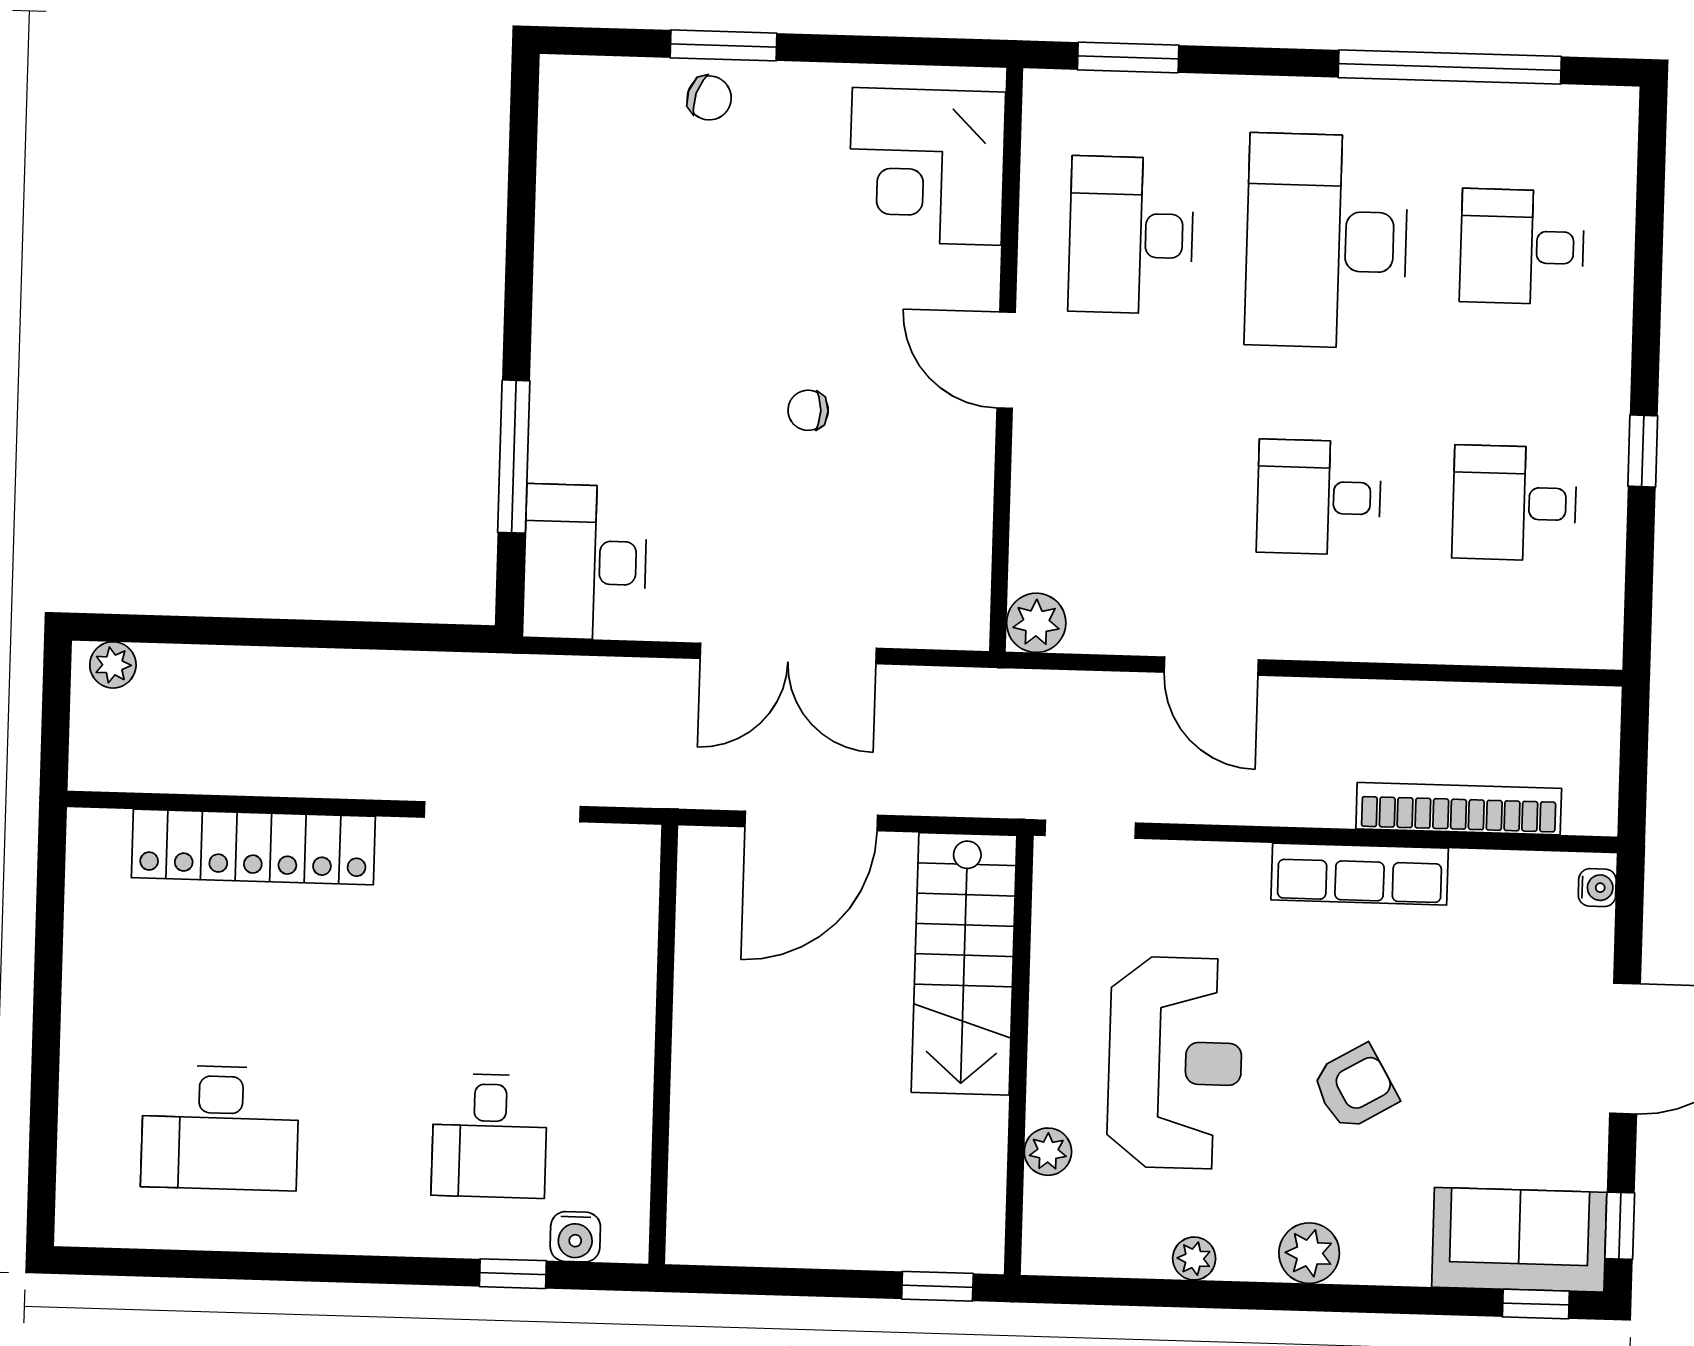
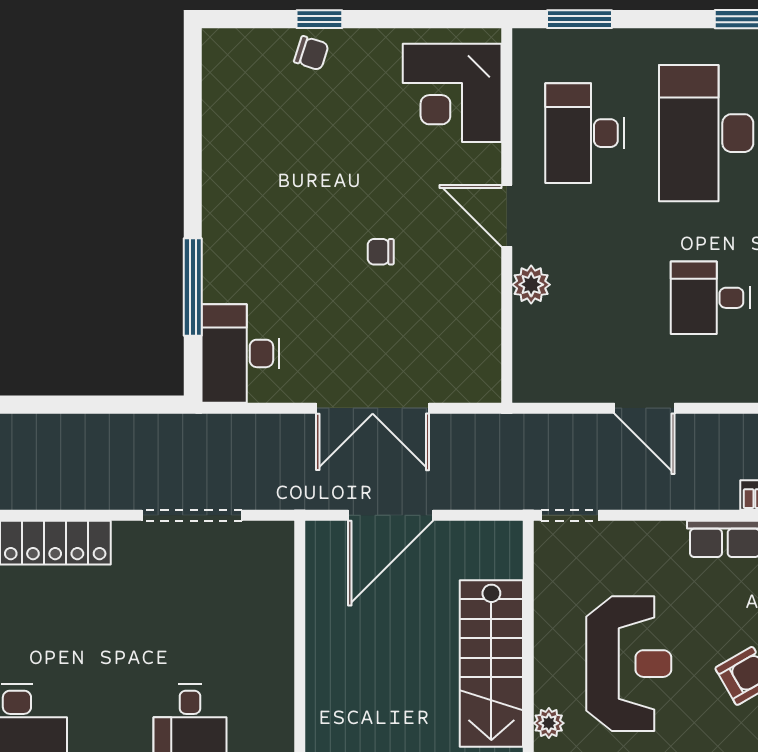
window: (723, 45) -> (319, 19), width x0.67
plant: (1036, 623) -> (531, 285), moved
stairs: (964, 964) -> (491, 663), moved

